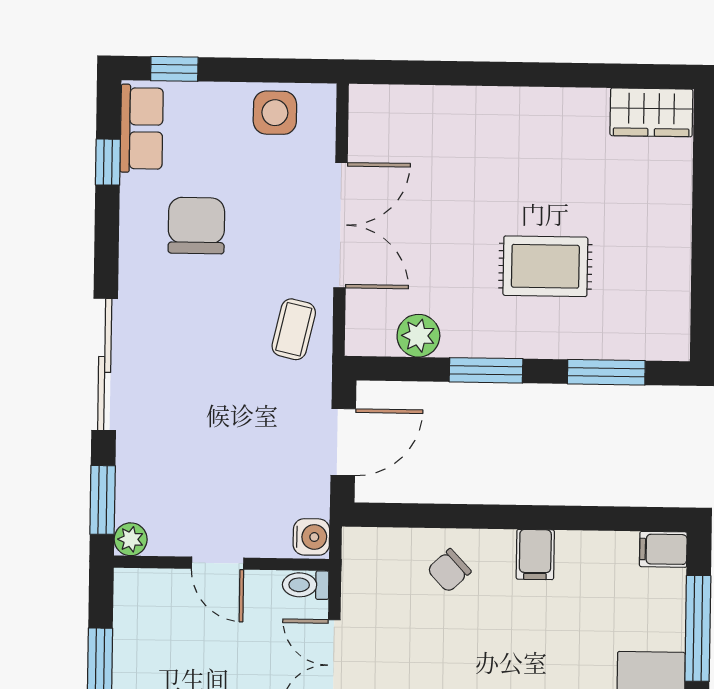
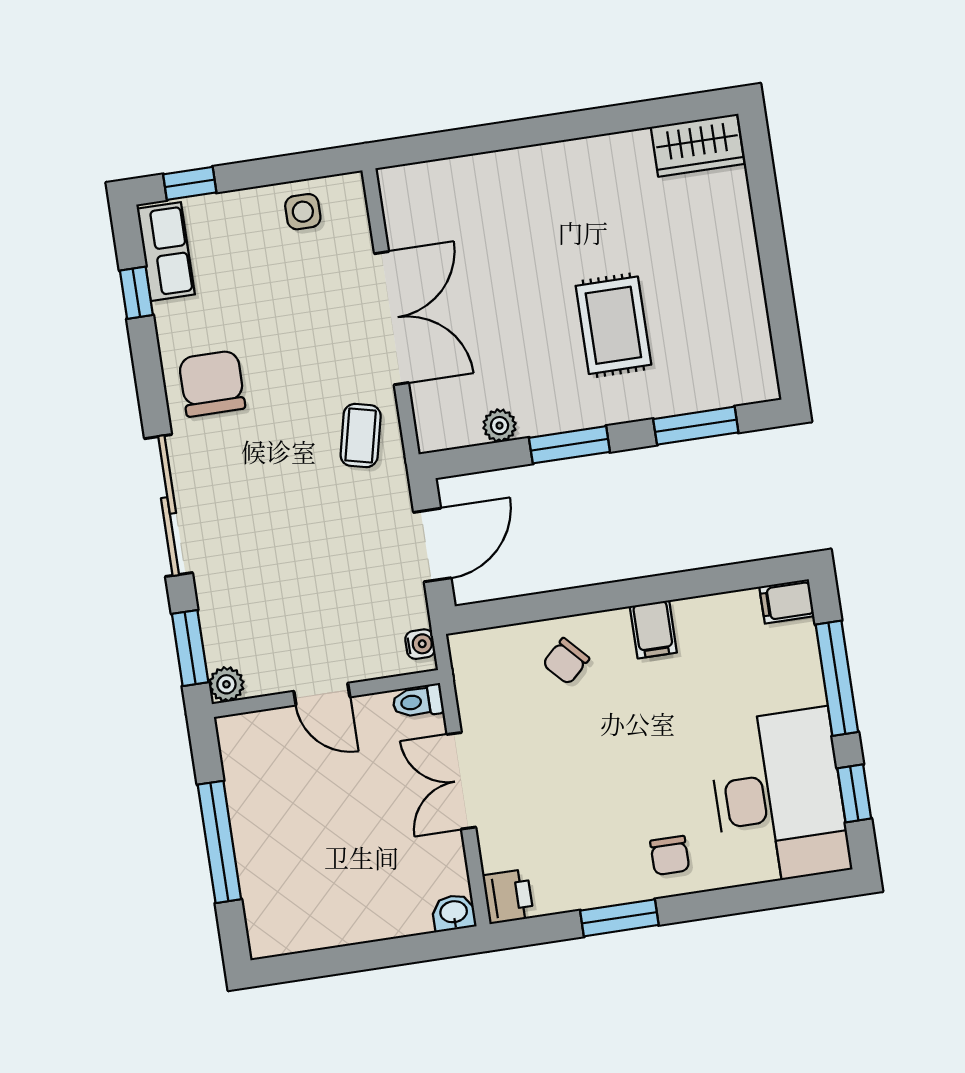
side table: (275, 113) -> (303, 212), width x0.73, depth x0.73
chair: (196, 226) -> (212, 383), moved
rug: (545, 266) -> (613, 325), turned 90
plant: (418, 336) -> (500, 426), width x0.73, depth x0.73
water cooler: (311, 537) -> (420, 644), width x0.72, depth x0.72

